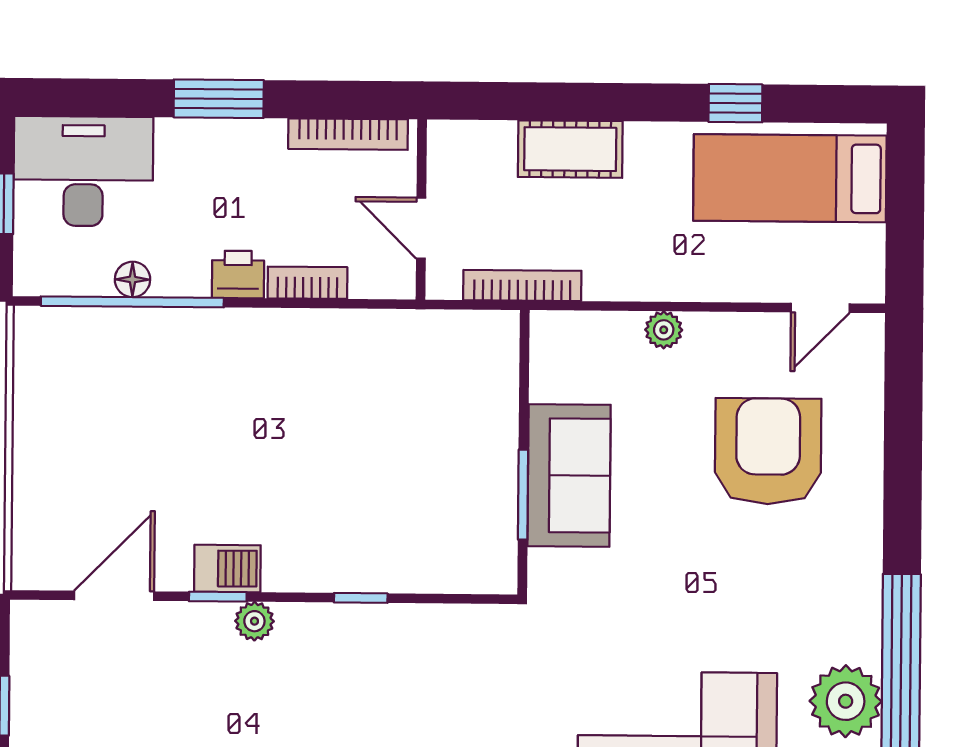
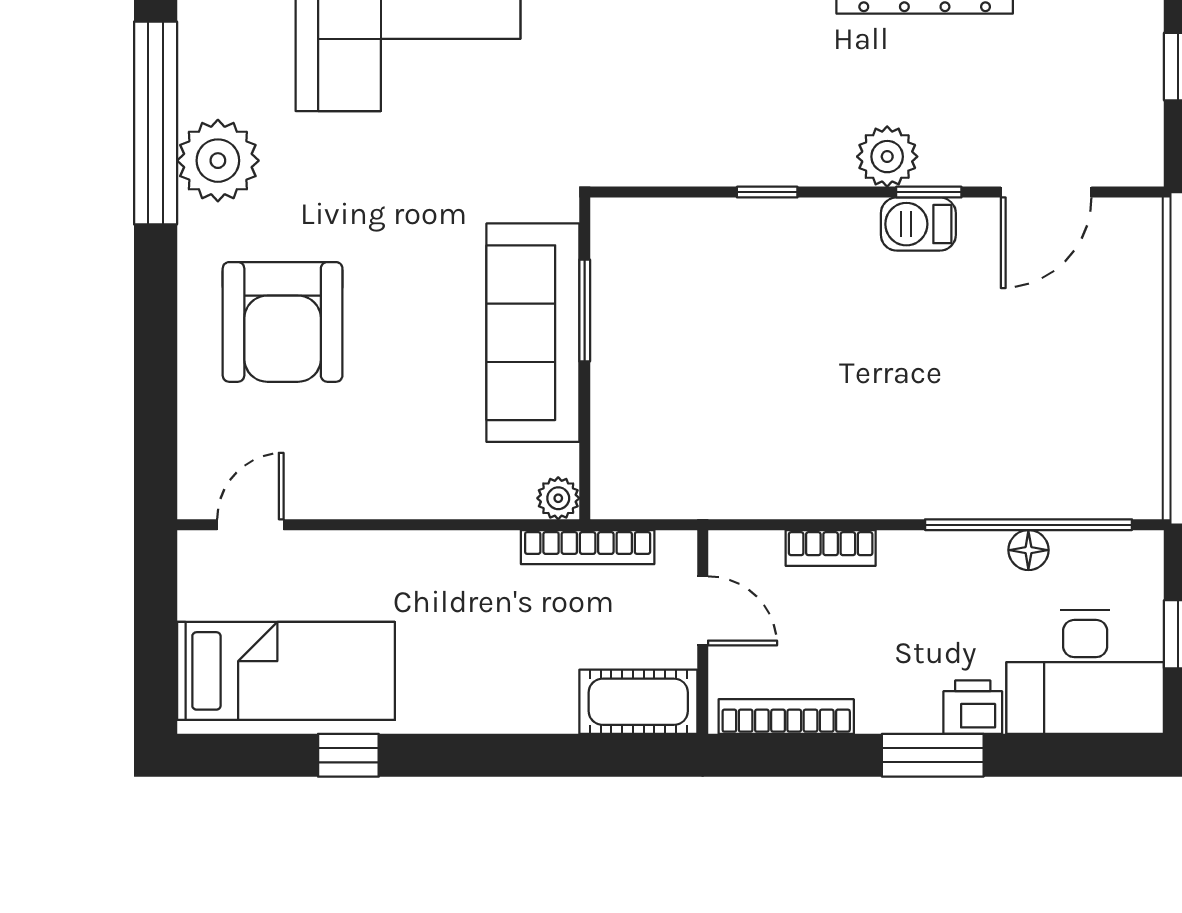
cot: (570, 149) -> (638, 702), moved
printer: (238, 274) -> (973, 707), moved, turned 180
plant: (664, 330) -> (558, 498), moved
armchair: (768, 451) -> (283, 322), moved
sofa: (569, 475) -> (533, 333), width x1.36
plant: (254, 621) -> (887, 157), width x1.38, depth x1.38
plant: (846, 701) -> (218, 161), moved

